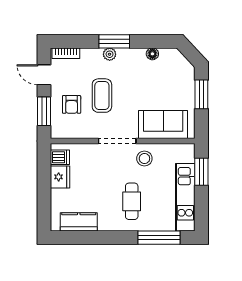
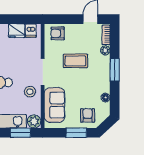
plant: (110, 54) -> (105, 50), moved
armchair: (177, 79) -> (88, 115), added
armchair: (72, 104) -> (58, 33), moved
window: (44, 111) -> (64, 19), removed
plant: (186, 153) -> (34, 121), added

